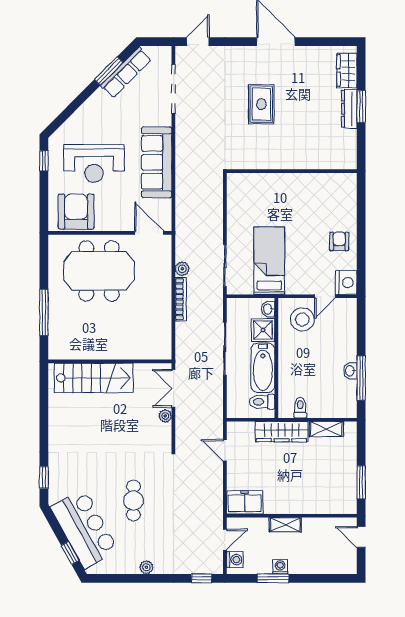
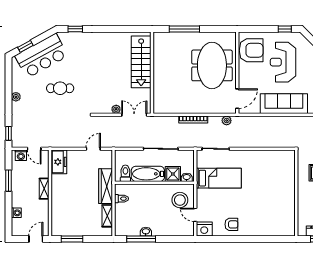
wall: (292, 171) -> (296, 193), moved
plant: (182, 269) -> (227, 121), moved
washing machine: (280, 567) -> (16, 213), moved

